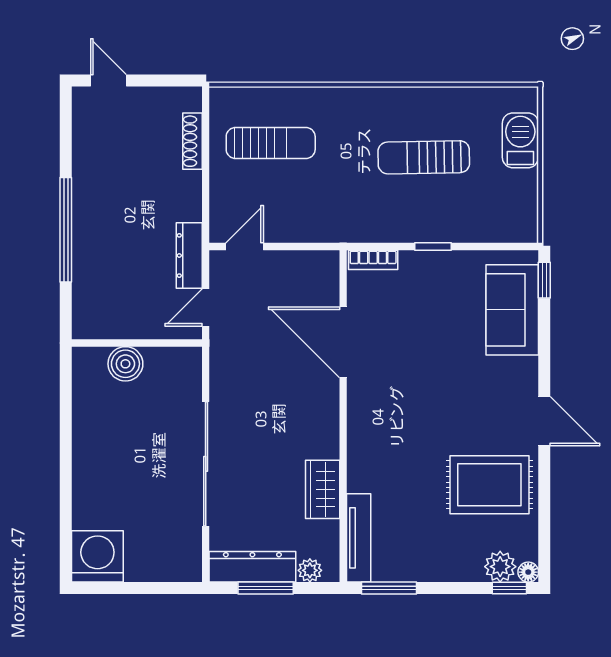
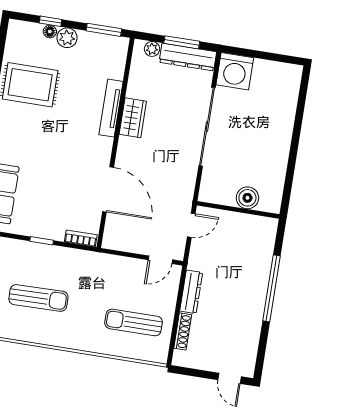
dresser: (189, 255) -> (191, 292), moved
wardrobe: (323, 489) -> (133, 118), moved
tv unit: (359, 538) -> (111, 108), moved
washing machine: (97, 556) -> (235, 71), moved
plant: (500, 567) -> (67, 38), moved
floor lamp: (528, 572) -> (50, 31), moved
window: (509, 588) -> (51, 21), moved

